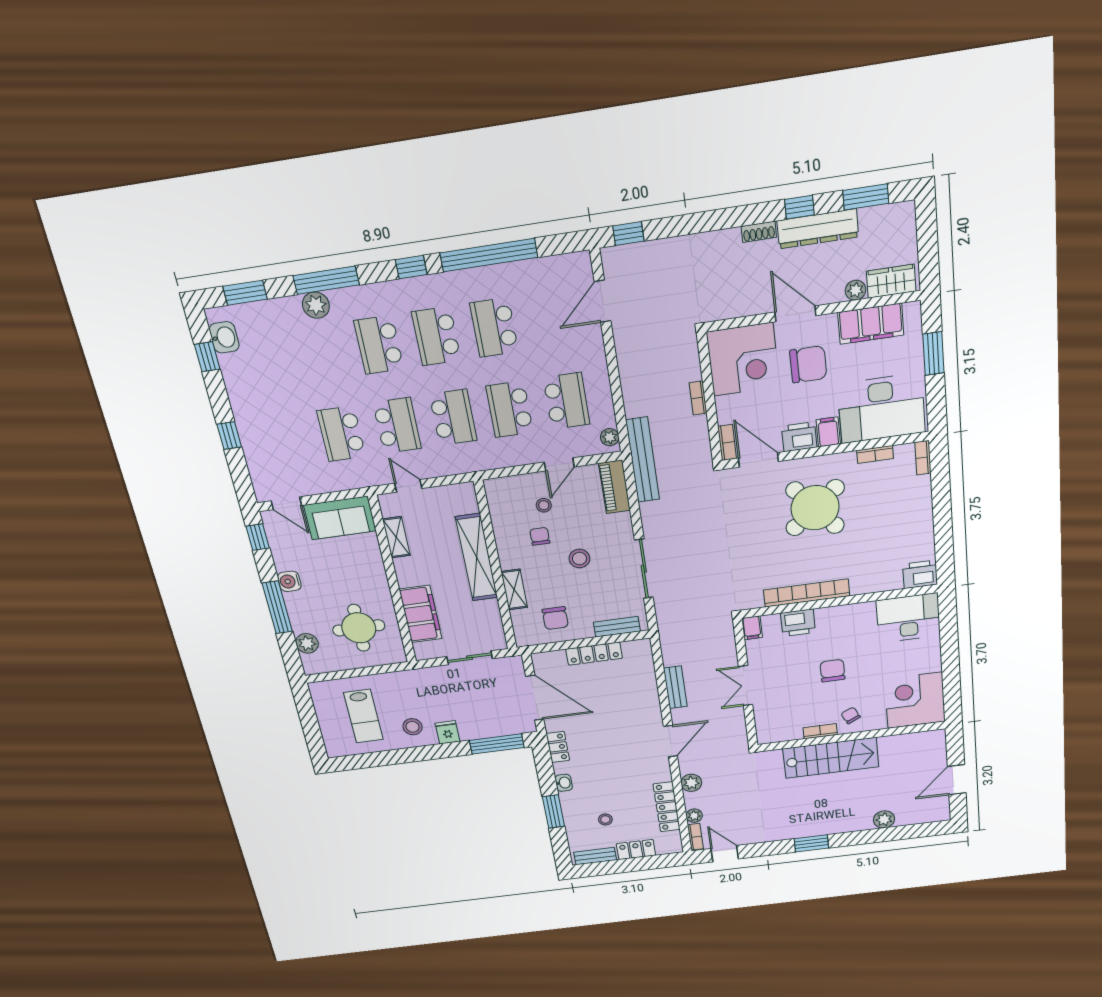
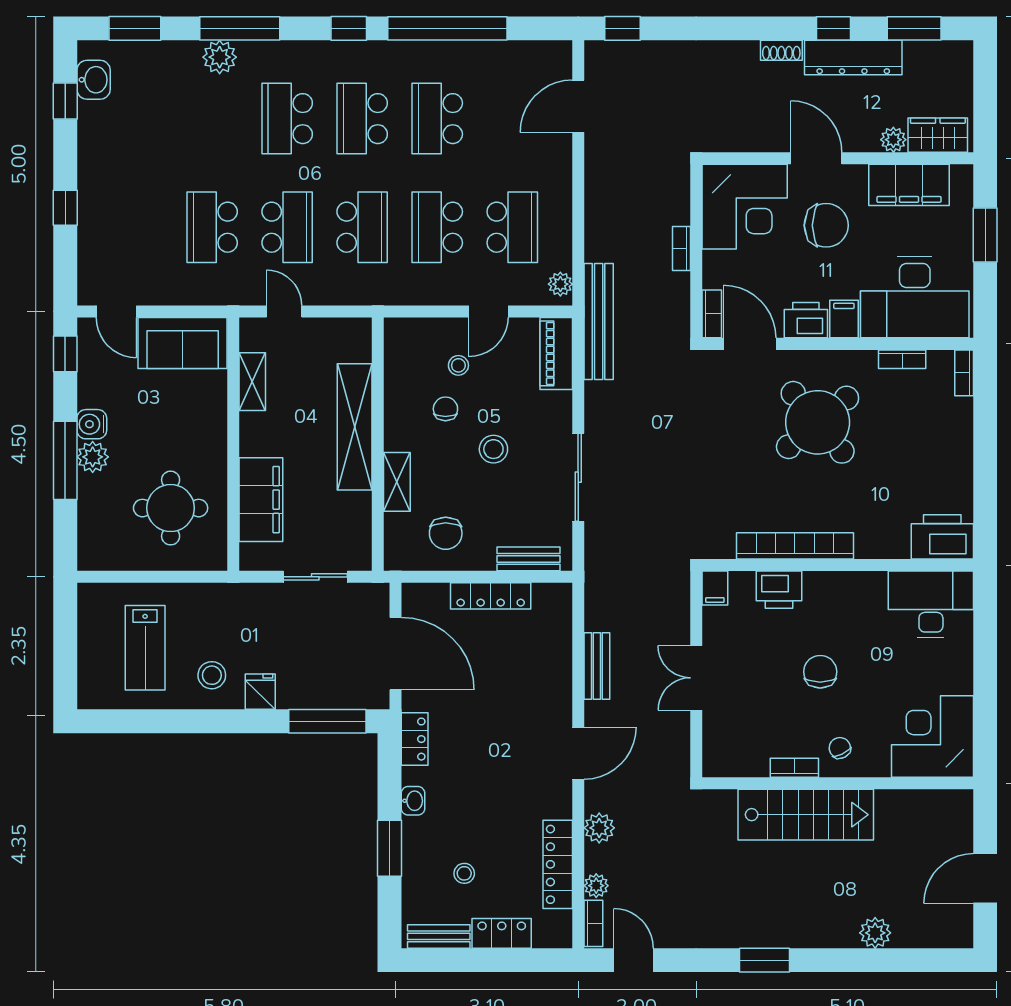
printer: (920, 574) -> (942, 537), width x1.37, depth x1.19
plant: (307, 643) -> (93, 457), moved

